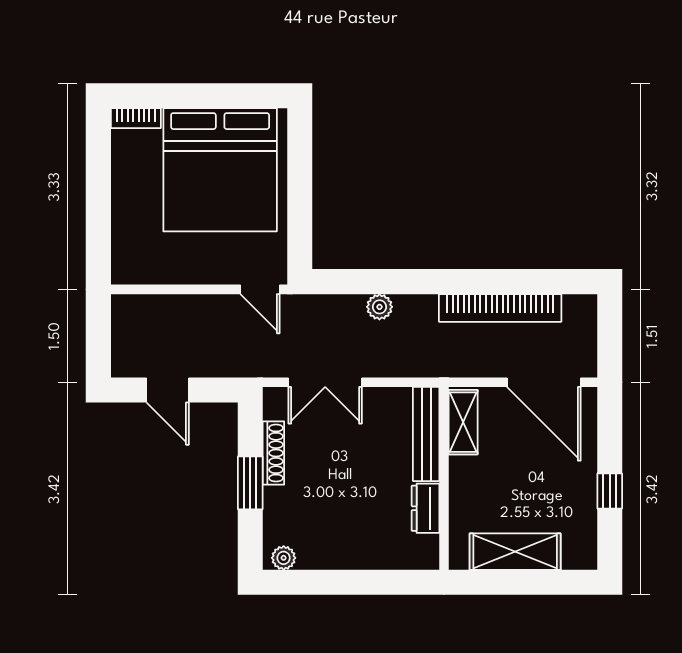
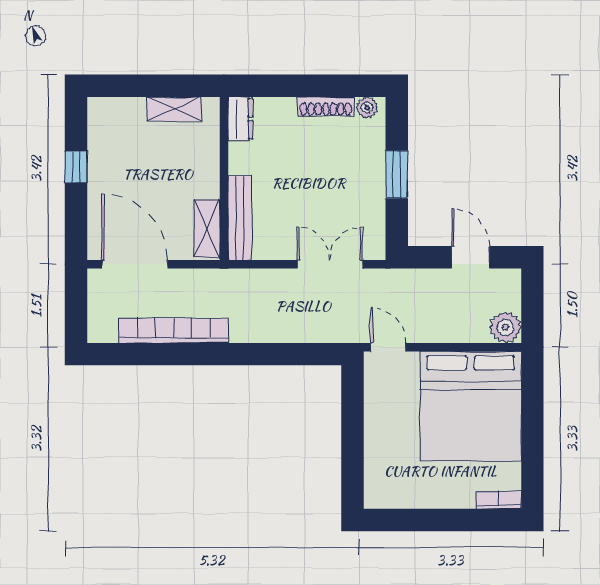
bed: (220, 170) -> (471, 406), moved, turned 180
plant: (379, 307) -> (506, 327), moved, width x1.38, depth x1.38
shoe rack: (273, 453) -> (326, 106), moved, turned -90
dresser: (425, 508) -> (240, 119), moved
shelving: (515, 552) -> (174, 109), width x0.67, depth x0.75

